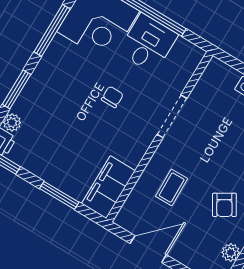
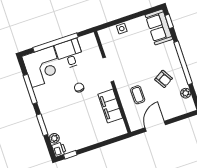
filing cabinet: (108, 187) -> (110, 106), moved
window: (59, 195) -> (101, 144), removed

